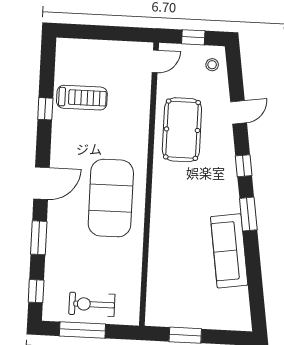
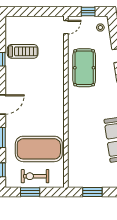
exercise mat: (111, 198) -> (39, 149), moved, turned 90
window: (82, 330) -> (30, 192), width x0.69

